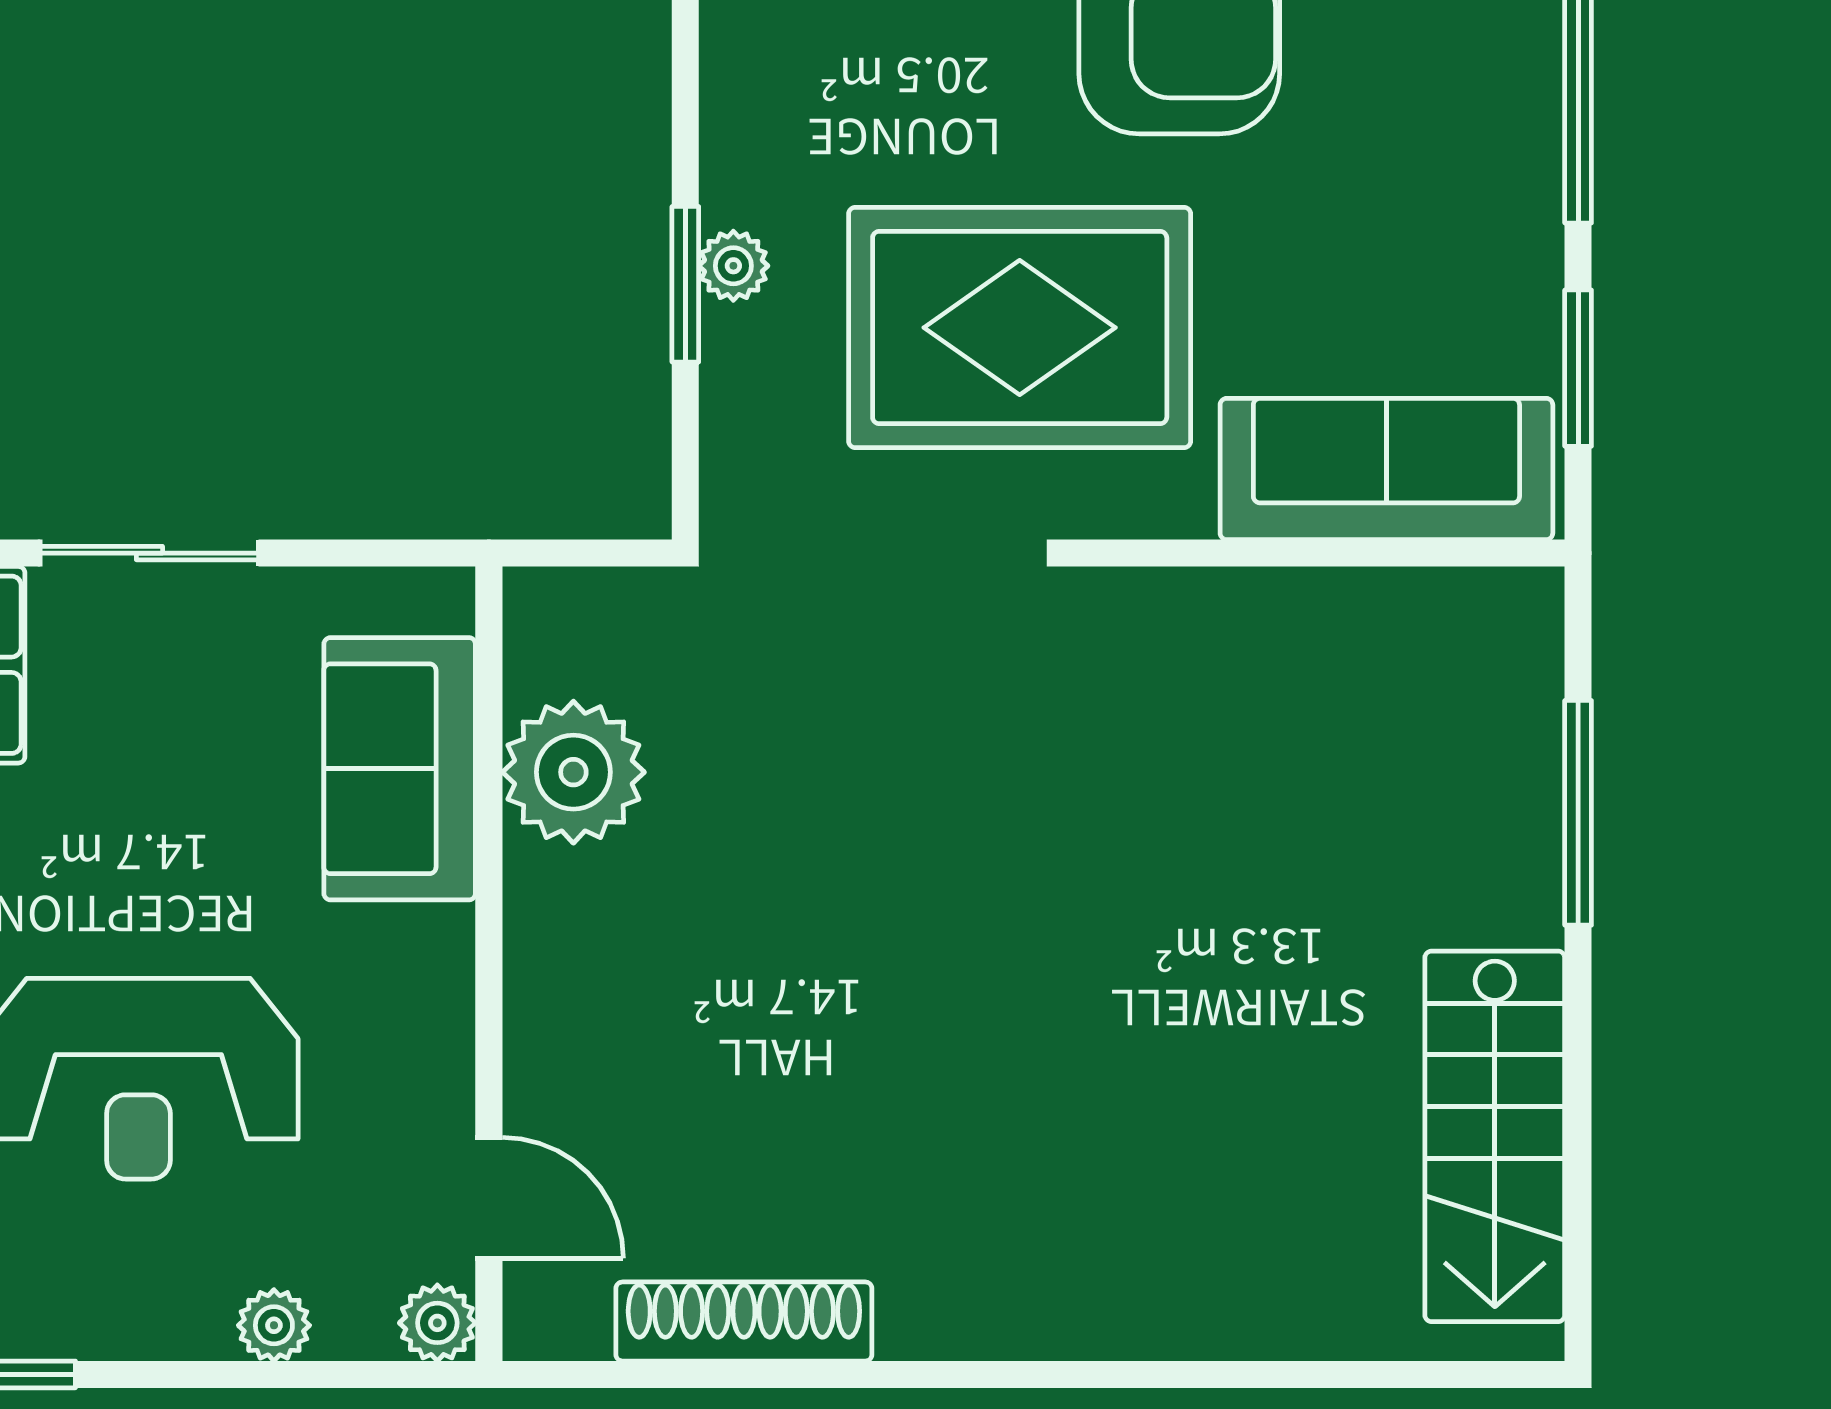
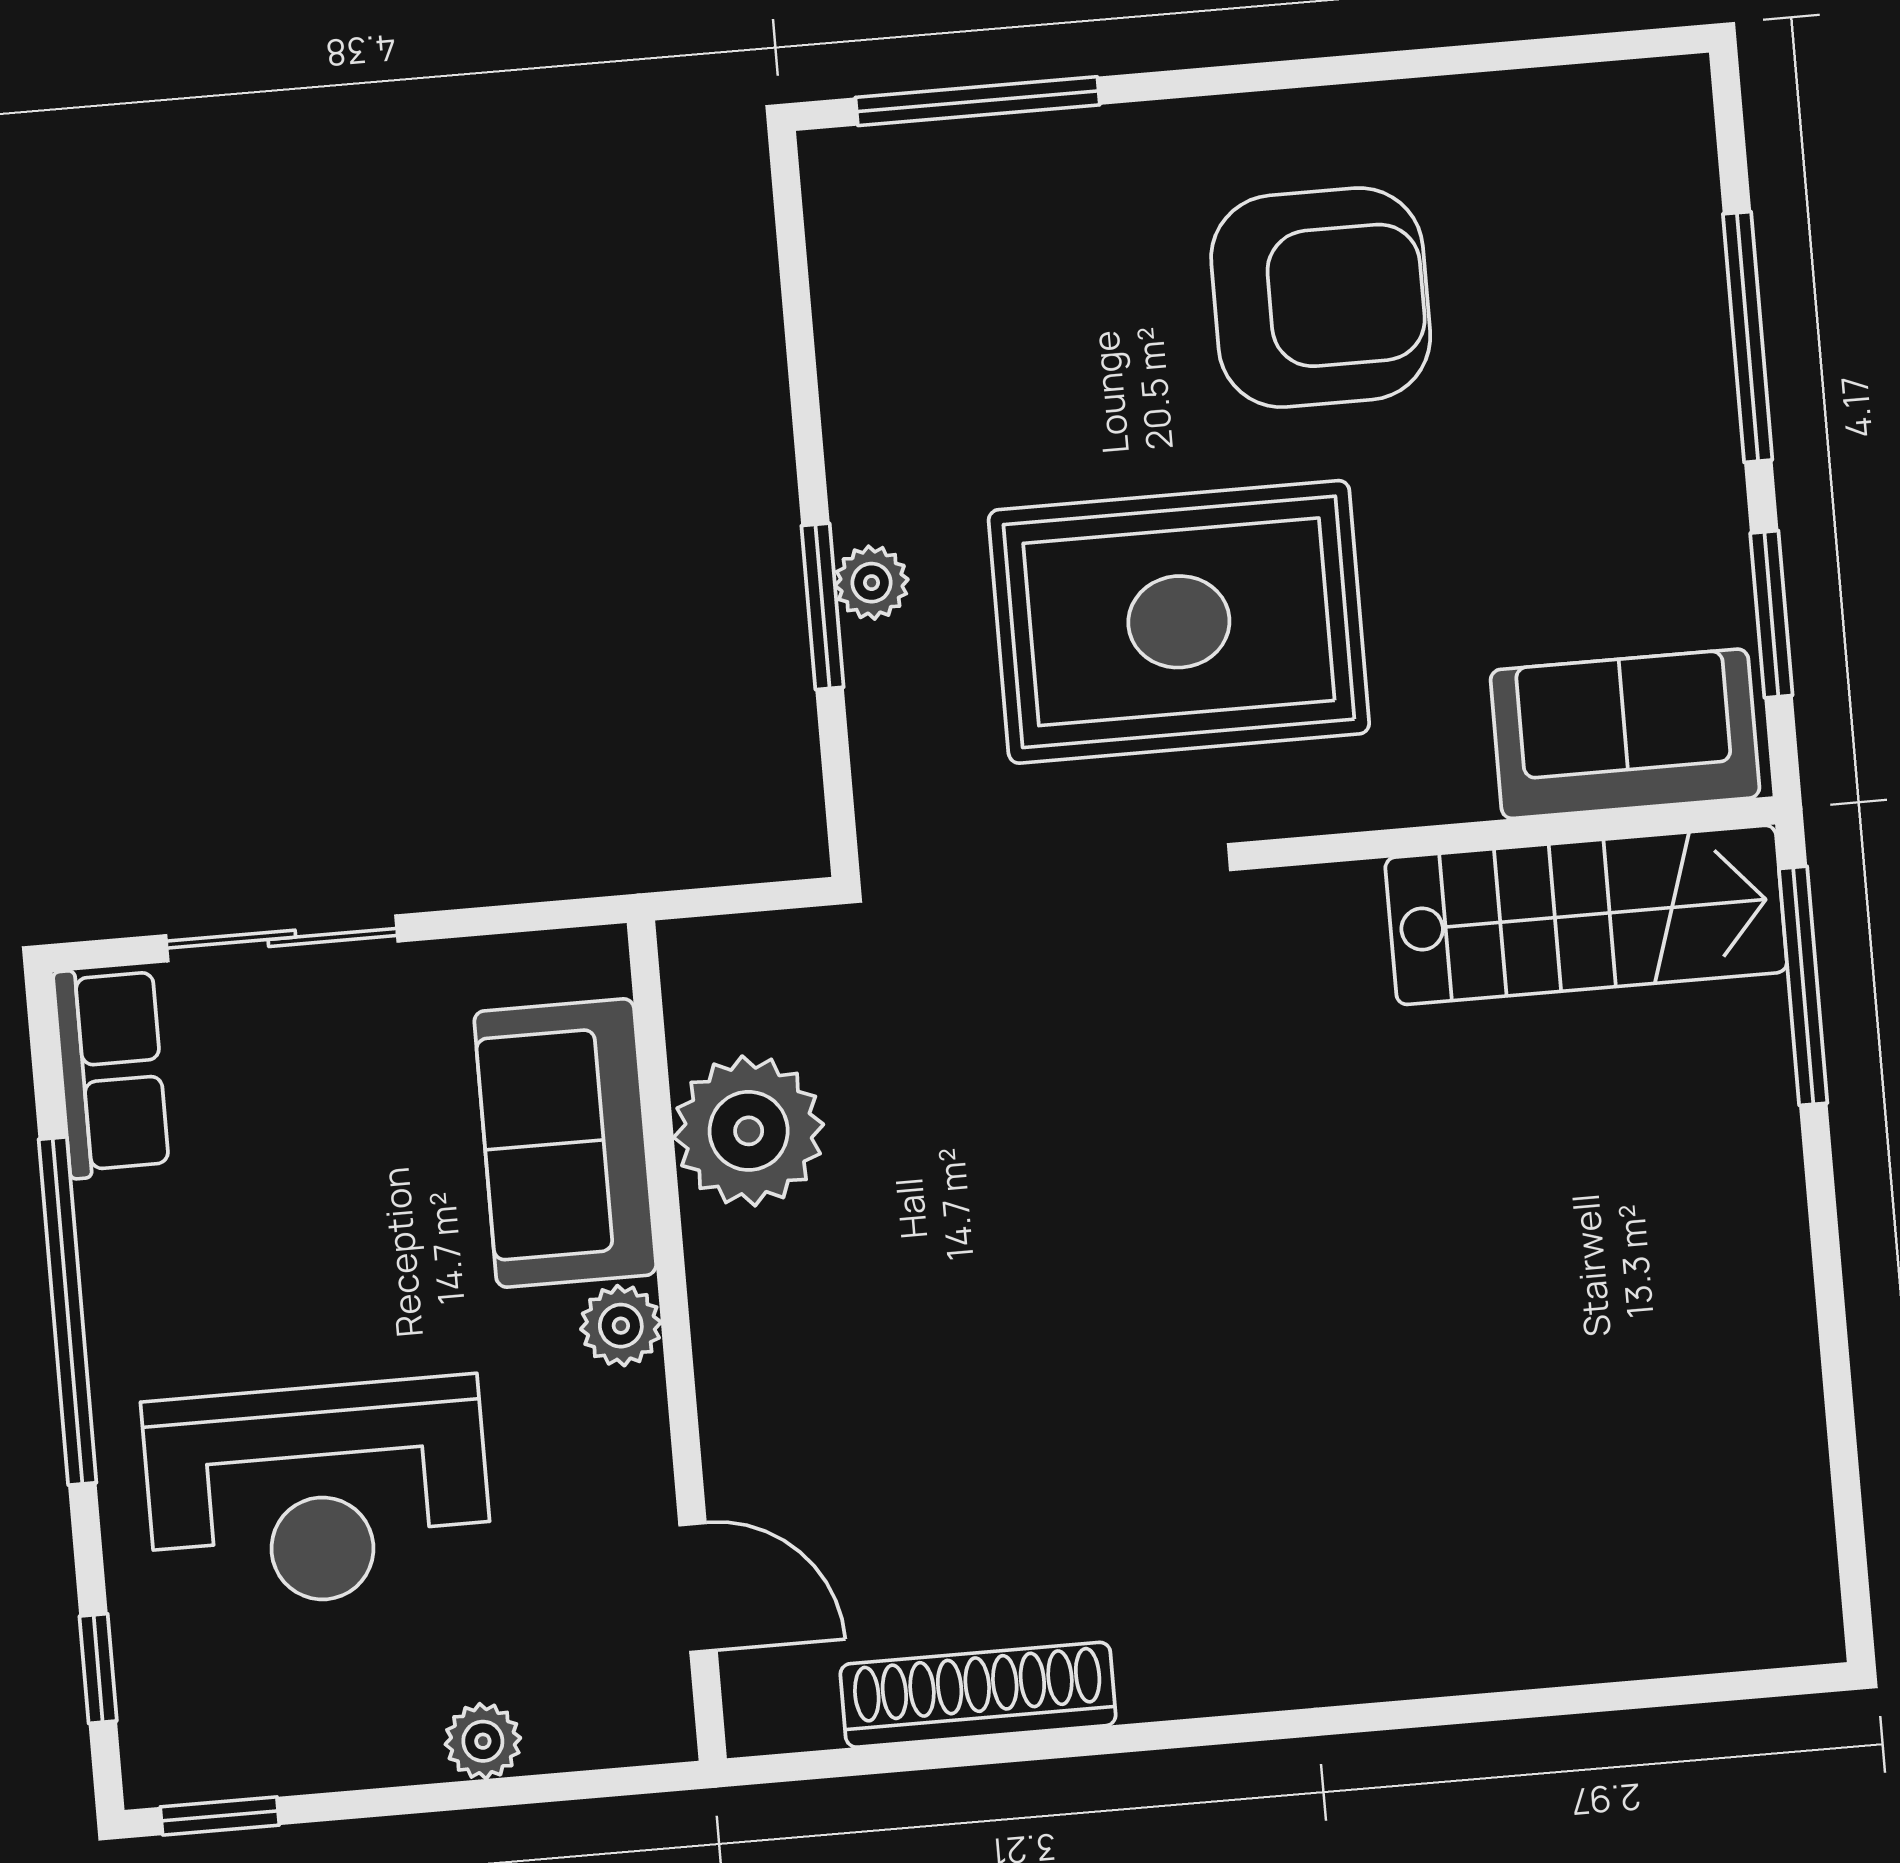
sofa: (1386, 469) -> (1625, 734), width x0.73
window: (1578, 813) -> (1803, 986), moved
stairs: (1495, 1136) -> (1586, 915), moved, turned -90
plant: (437, 1323) -> (621, 1326), moved

